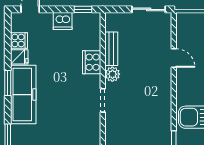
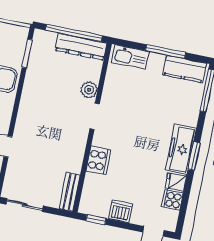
bench: (111, 49) -> (70, 192), moved
plant: (112, 74) -> (89, 90), moved
freezer: (23, 95) -> (181, 149), width x0.73, depth x0.79

